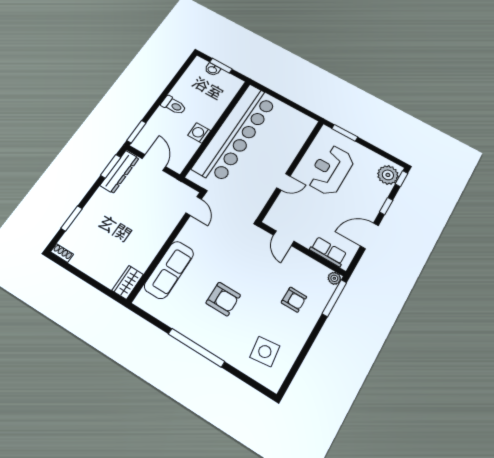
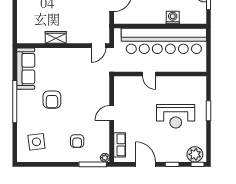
washing machine: (199, 133) -> (173, 18), moved
wall: (291, 170) -> (160, 74), moved
reception desk: (330, 170) -> (176, 116), turned 180
door: (283, 182) -> (149, 74), moved
sofa: (169, 270) -> (26, 69), moved, turned -90
wardrobe: (128, 282) -> (56, 37), moved

